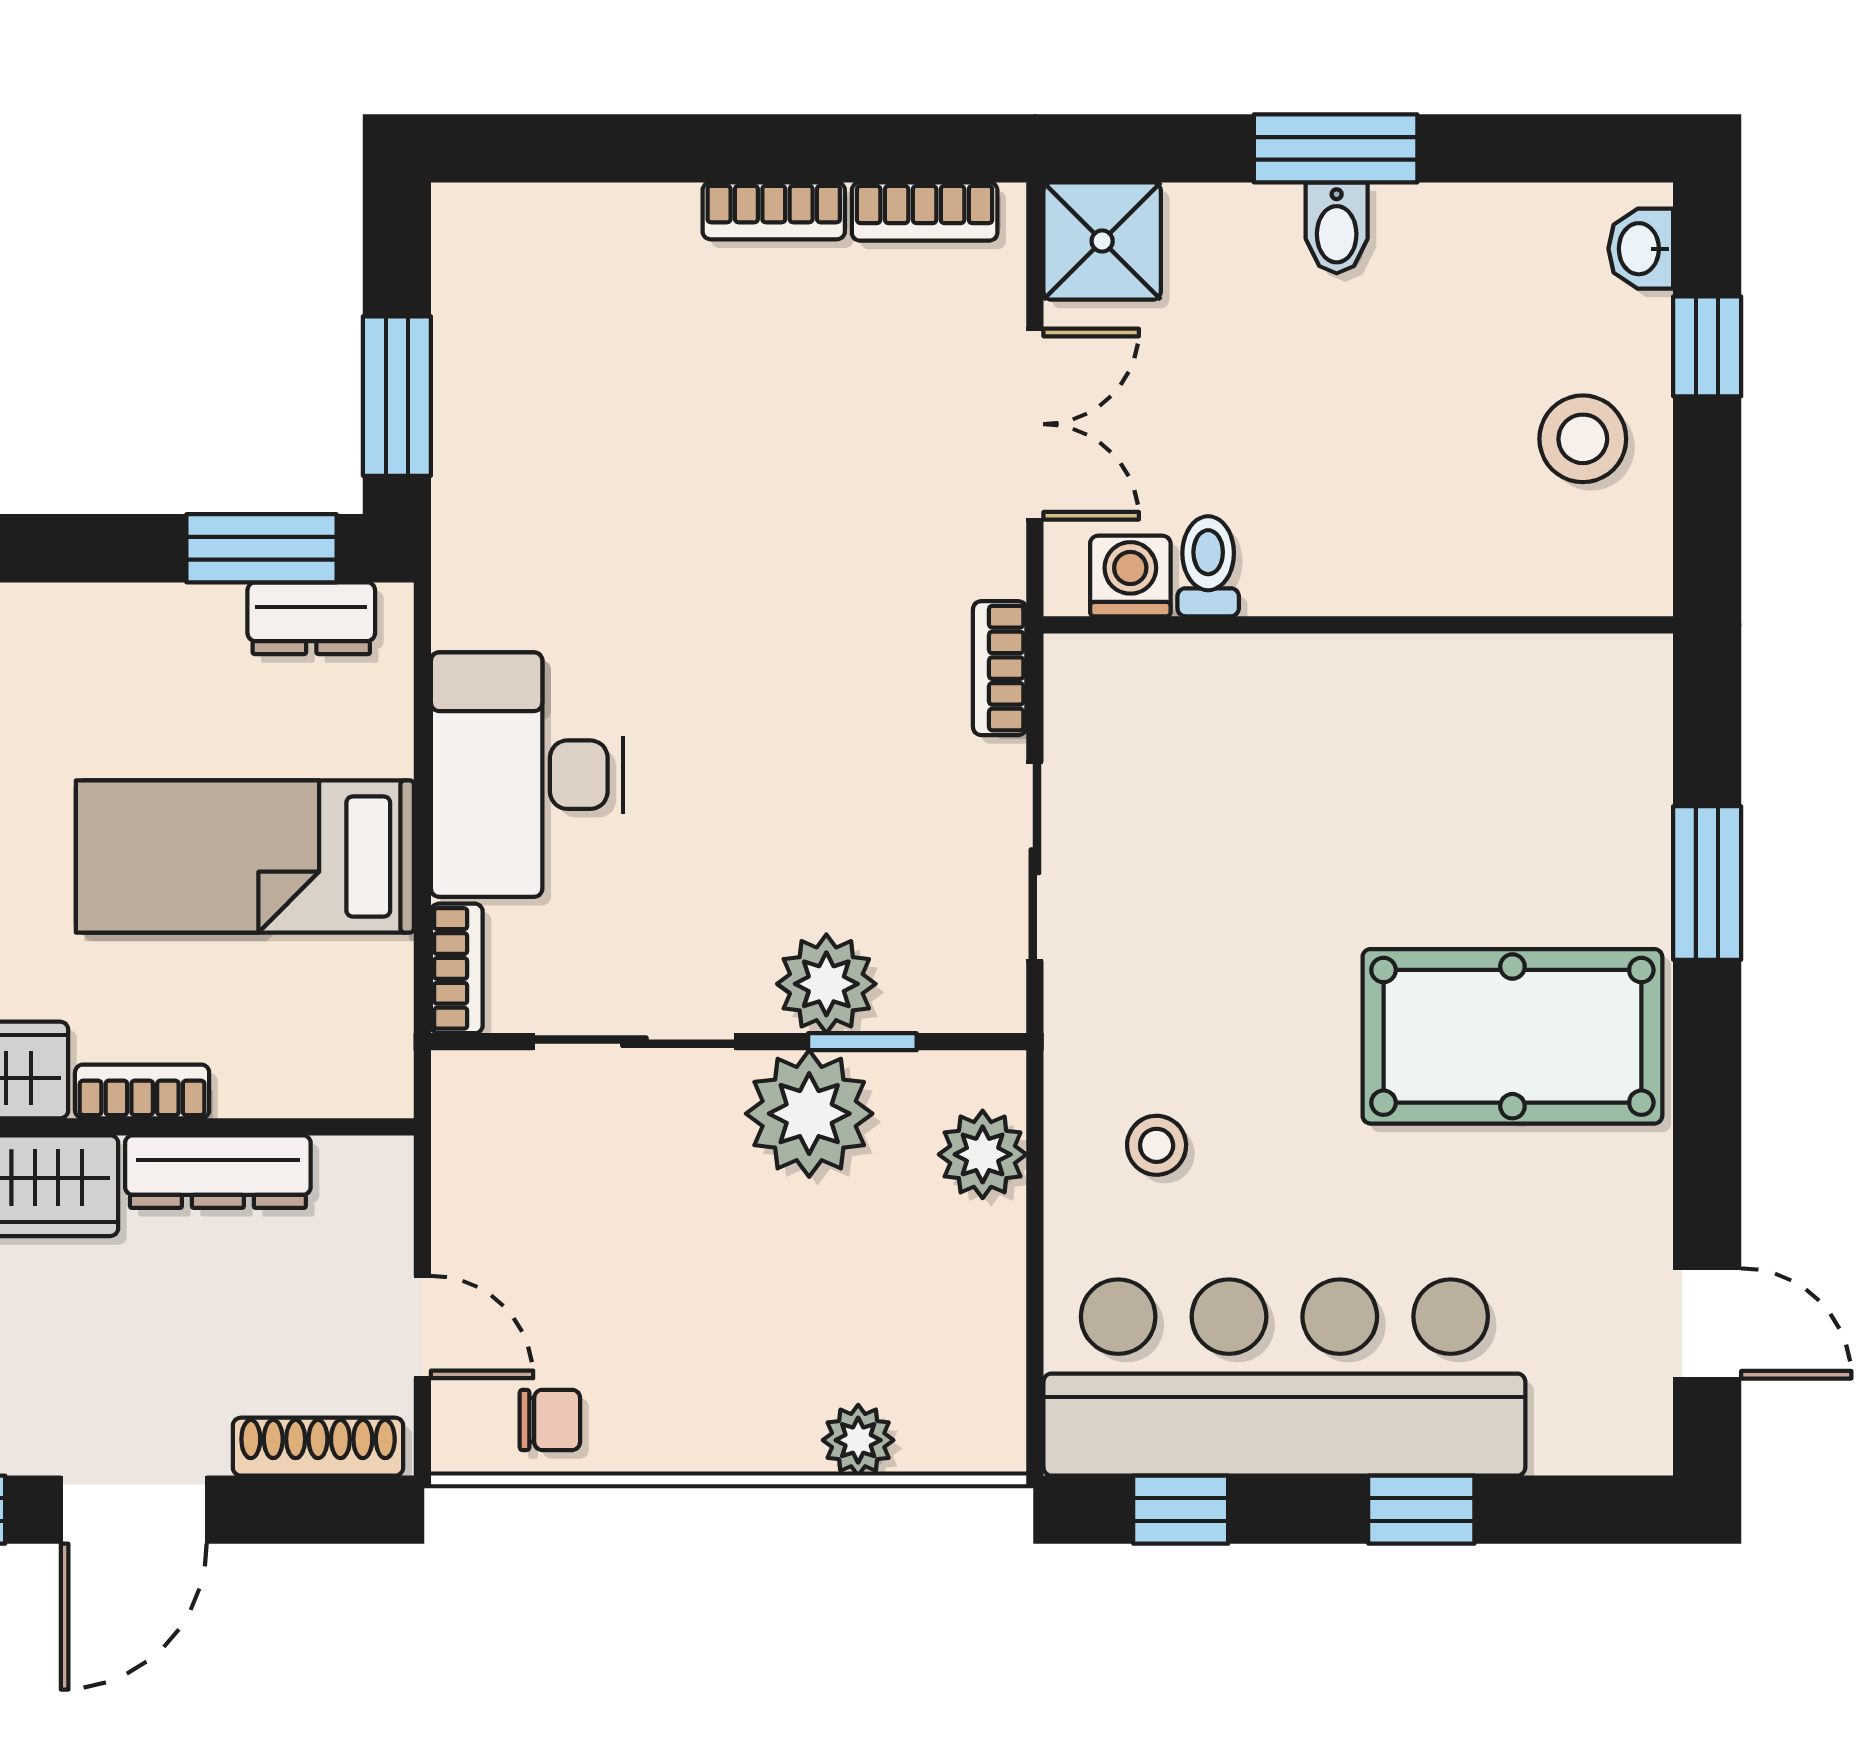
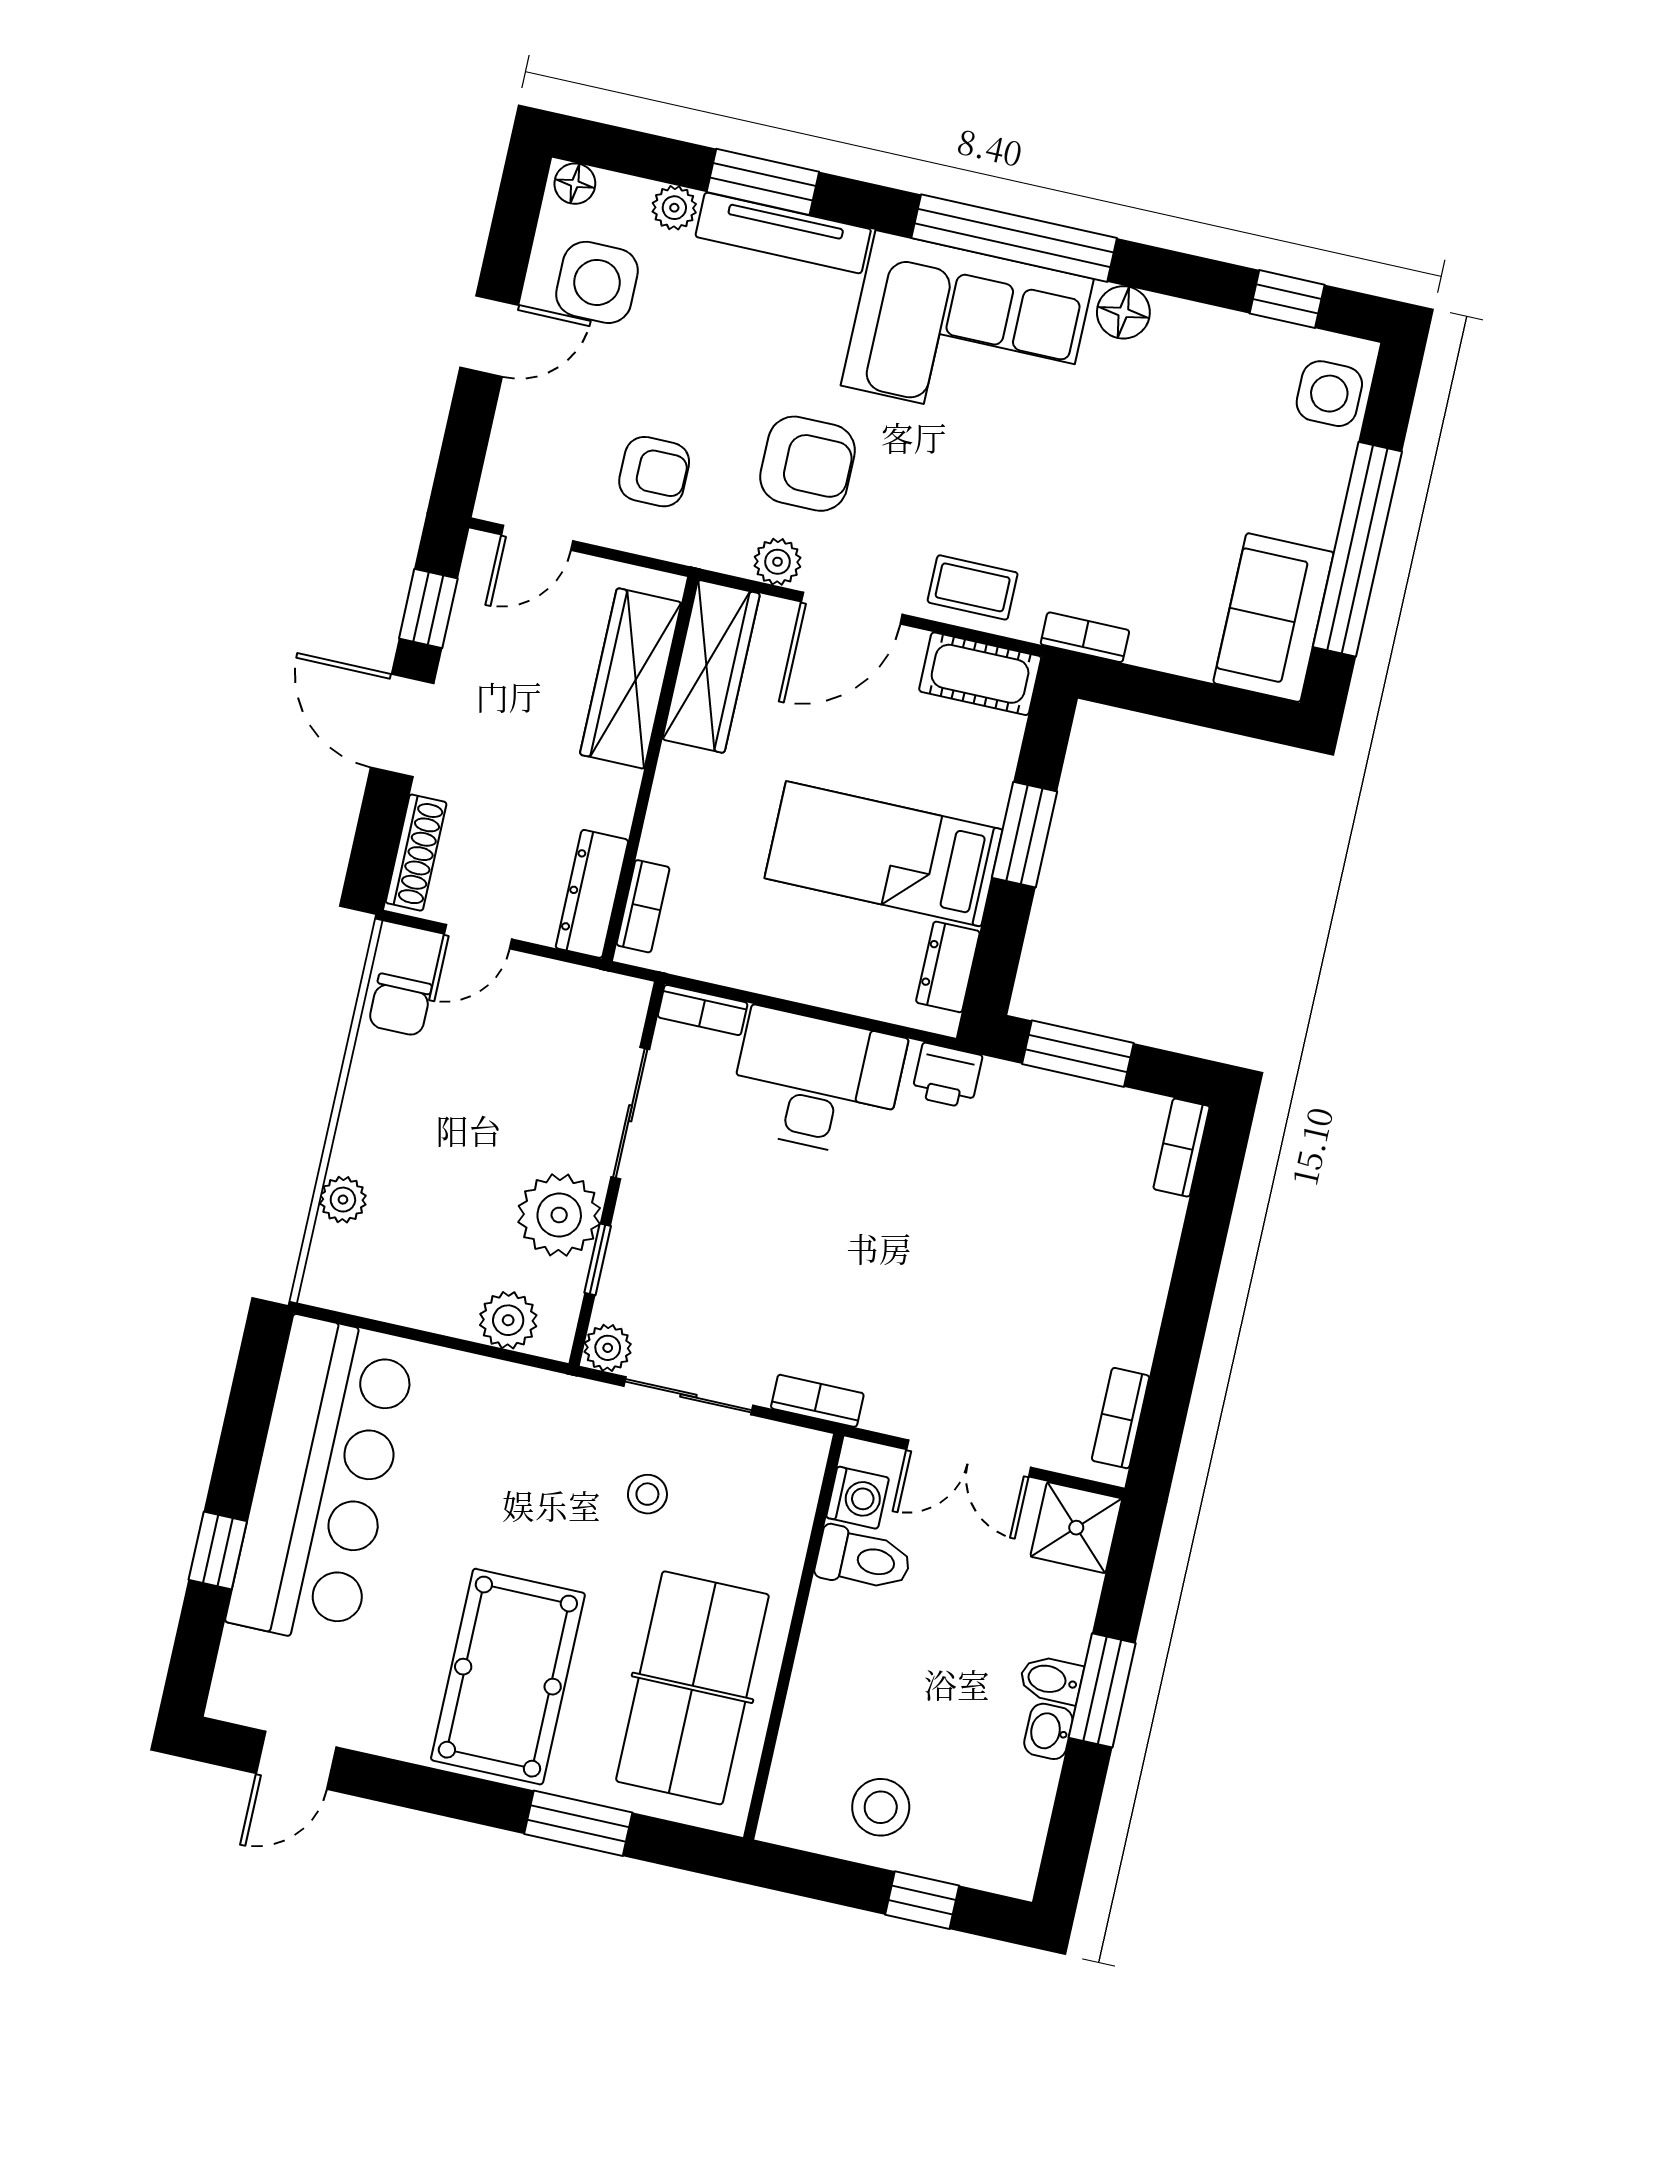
bookcase: (774, 211) -> (1181, 1148), moved
washbasin: (1641, 249) -> (1048, 1731), moved, turned -90
window: (262, 548) -> (1024, 835), moved
toilet: (1208, 566) -> (863, 1559), width x1.37, depth x1.39
printer: (473, 583) -> (947, 1076), added
table tennis table: (1468, 758) -> (692, 1688), added
bed: (245, 857) -> (884, 854), moved, turned -90
plant: (826, 984) -> (608, 1348), moved, width x0.73, depth x0.73
bookcase: (142, 1091) -> (643, 906), moved
stool: (1157, 1145) -> (647, 1494), moved
dresser: (218, 1172) -> (592, 894), moved
chair: (550, 1420) -> (400, 1005), width x1.37, depth x1.37
window: (1181, 1510) -> (252, 1396), removed

